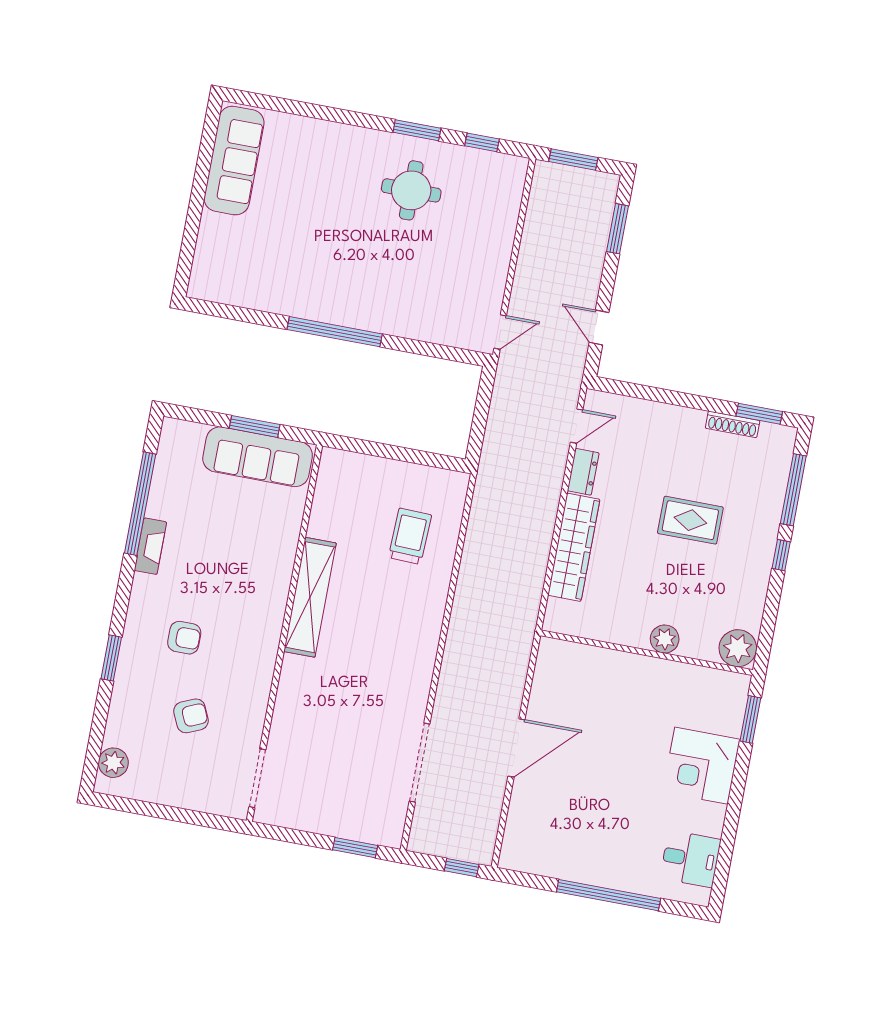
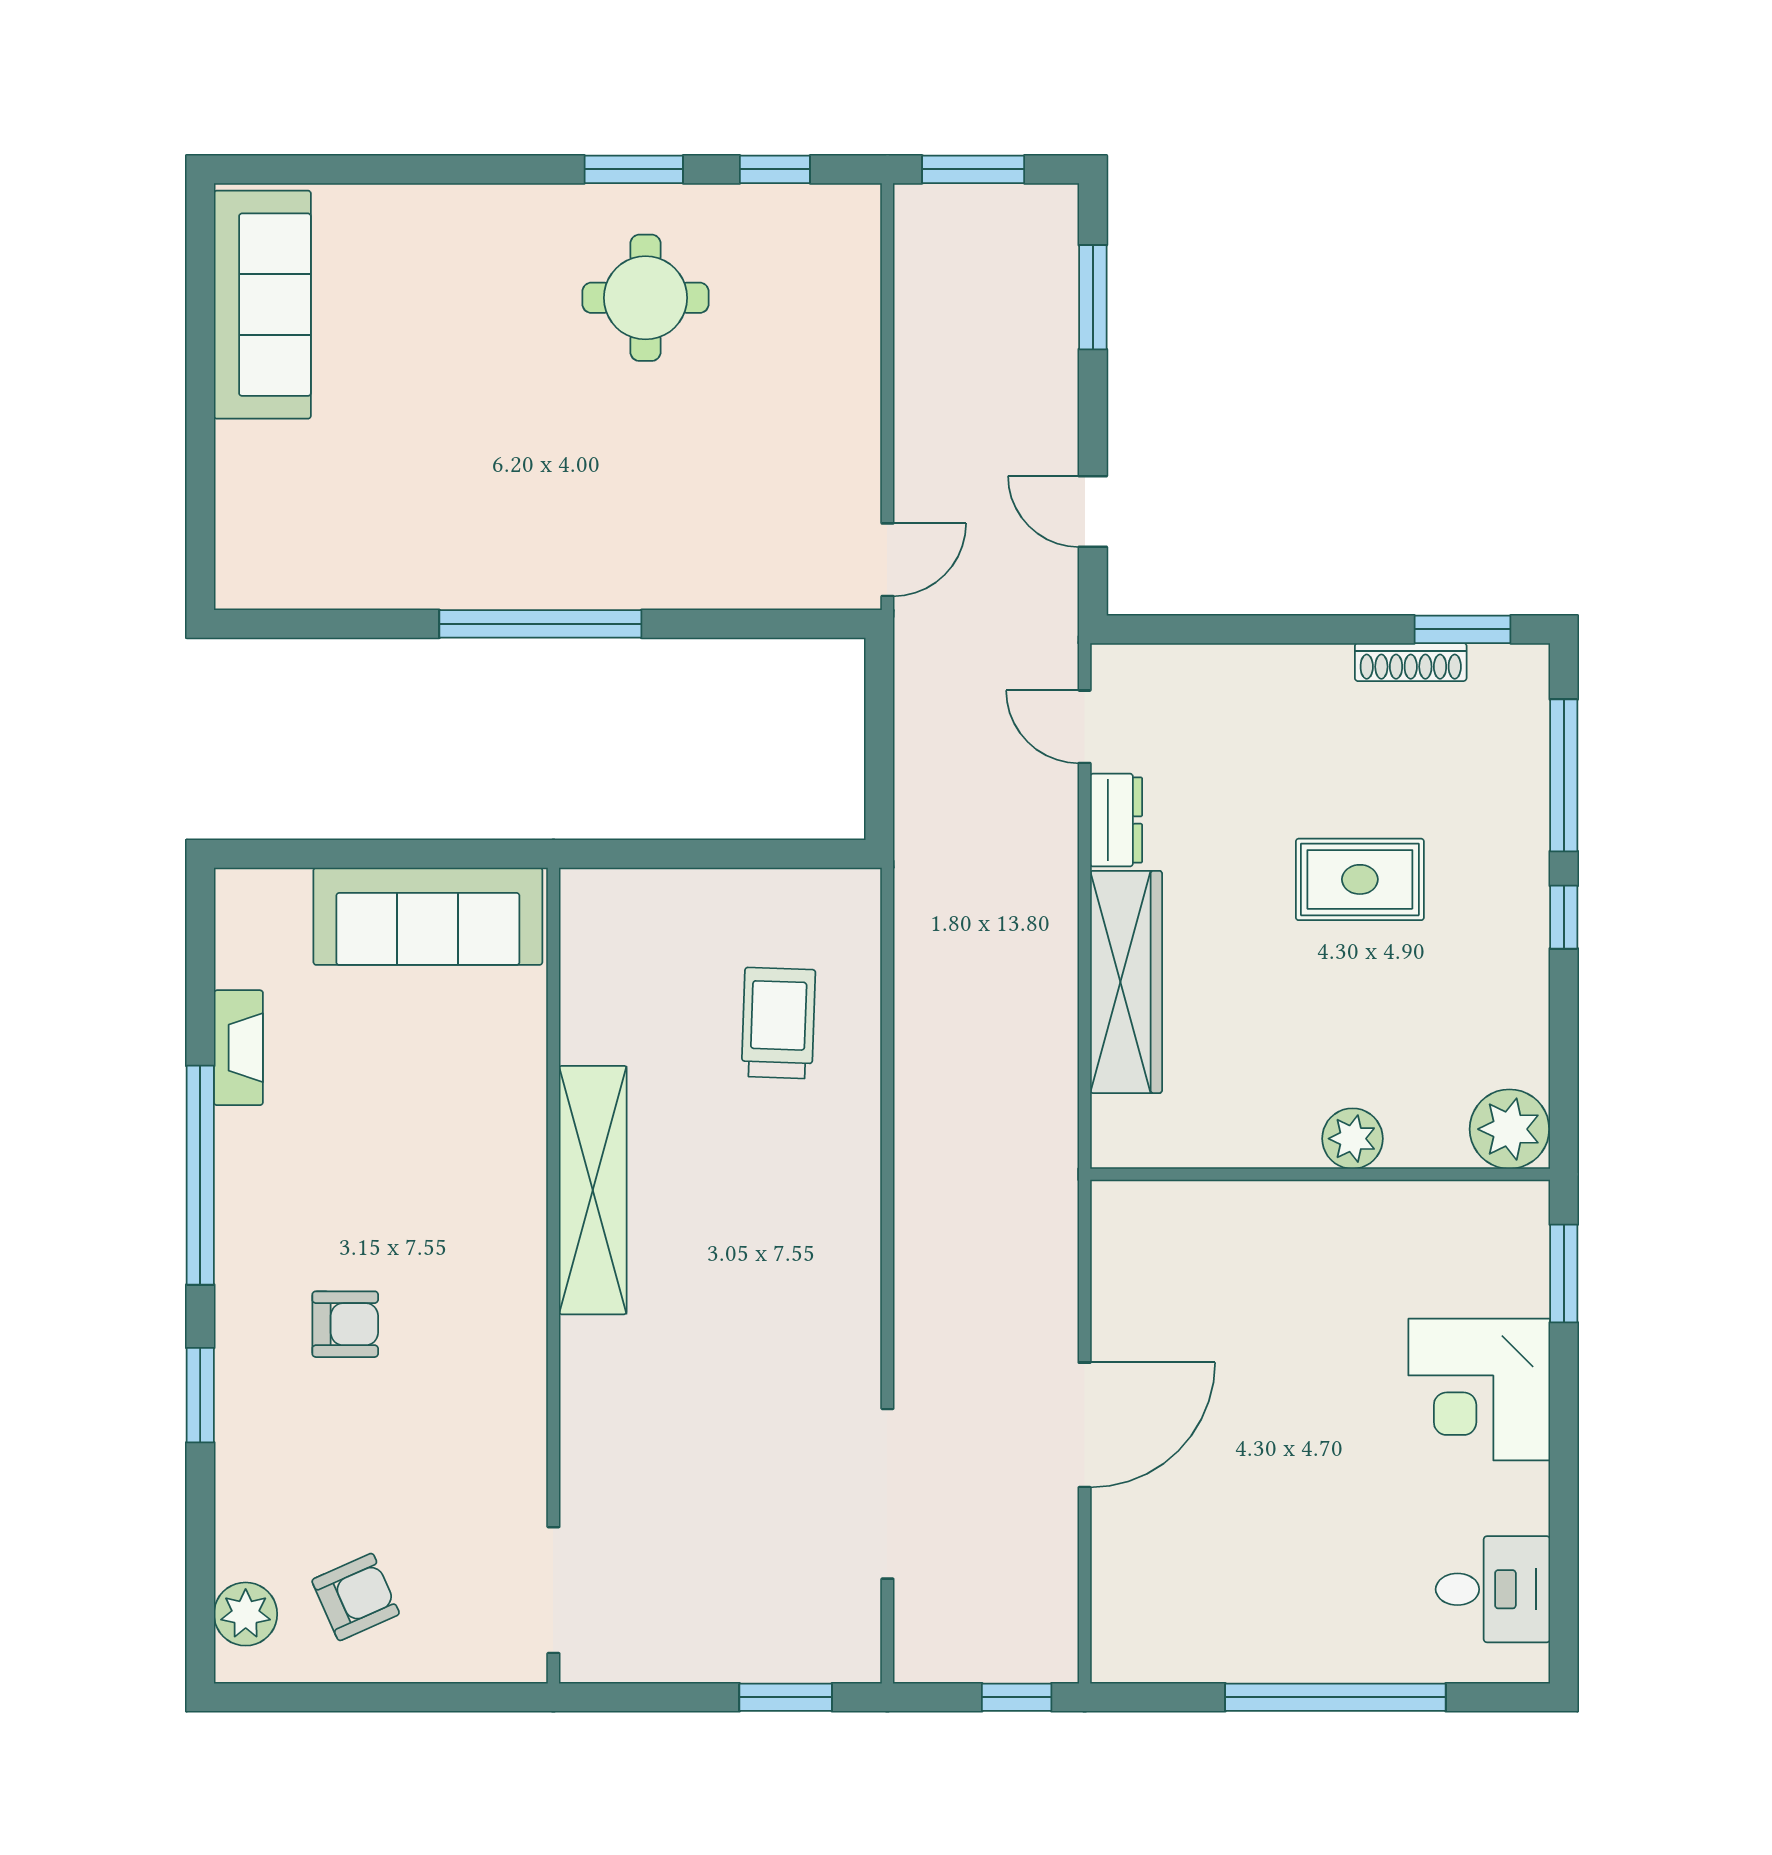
window: (255, 426) -> (410, 854), removed
door: (577, 426) -> (1085, 727), swing flipped
window: (140, 504) -> (200, 1175), moved
fireplace: (150, 546) -> (238, 1048), moved
armchair: (191, 716) -> (356, 1597), moved

